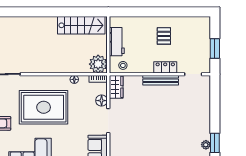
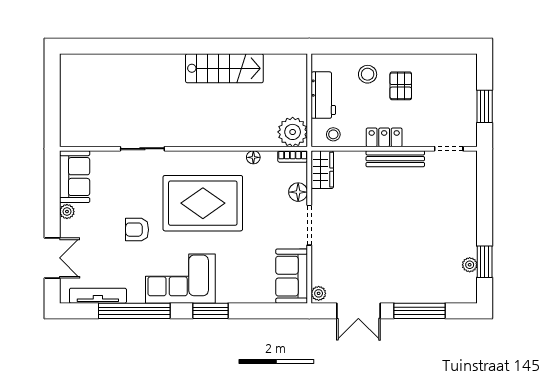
stairs: (81, 25) -> (224, 68), moved
stool: (144, 29) -> (368, 74), added
locker: (165, 67) -> (384, 137), moved

